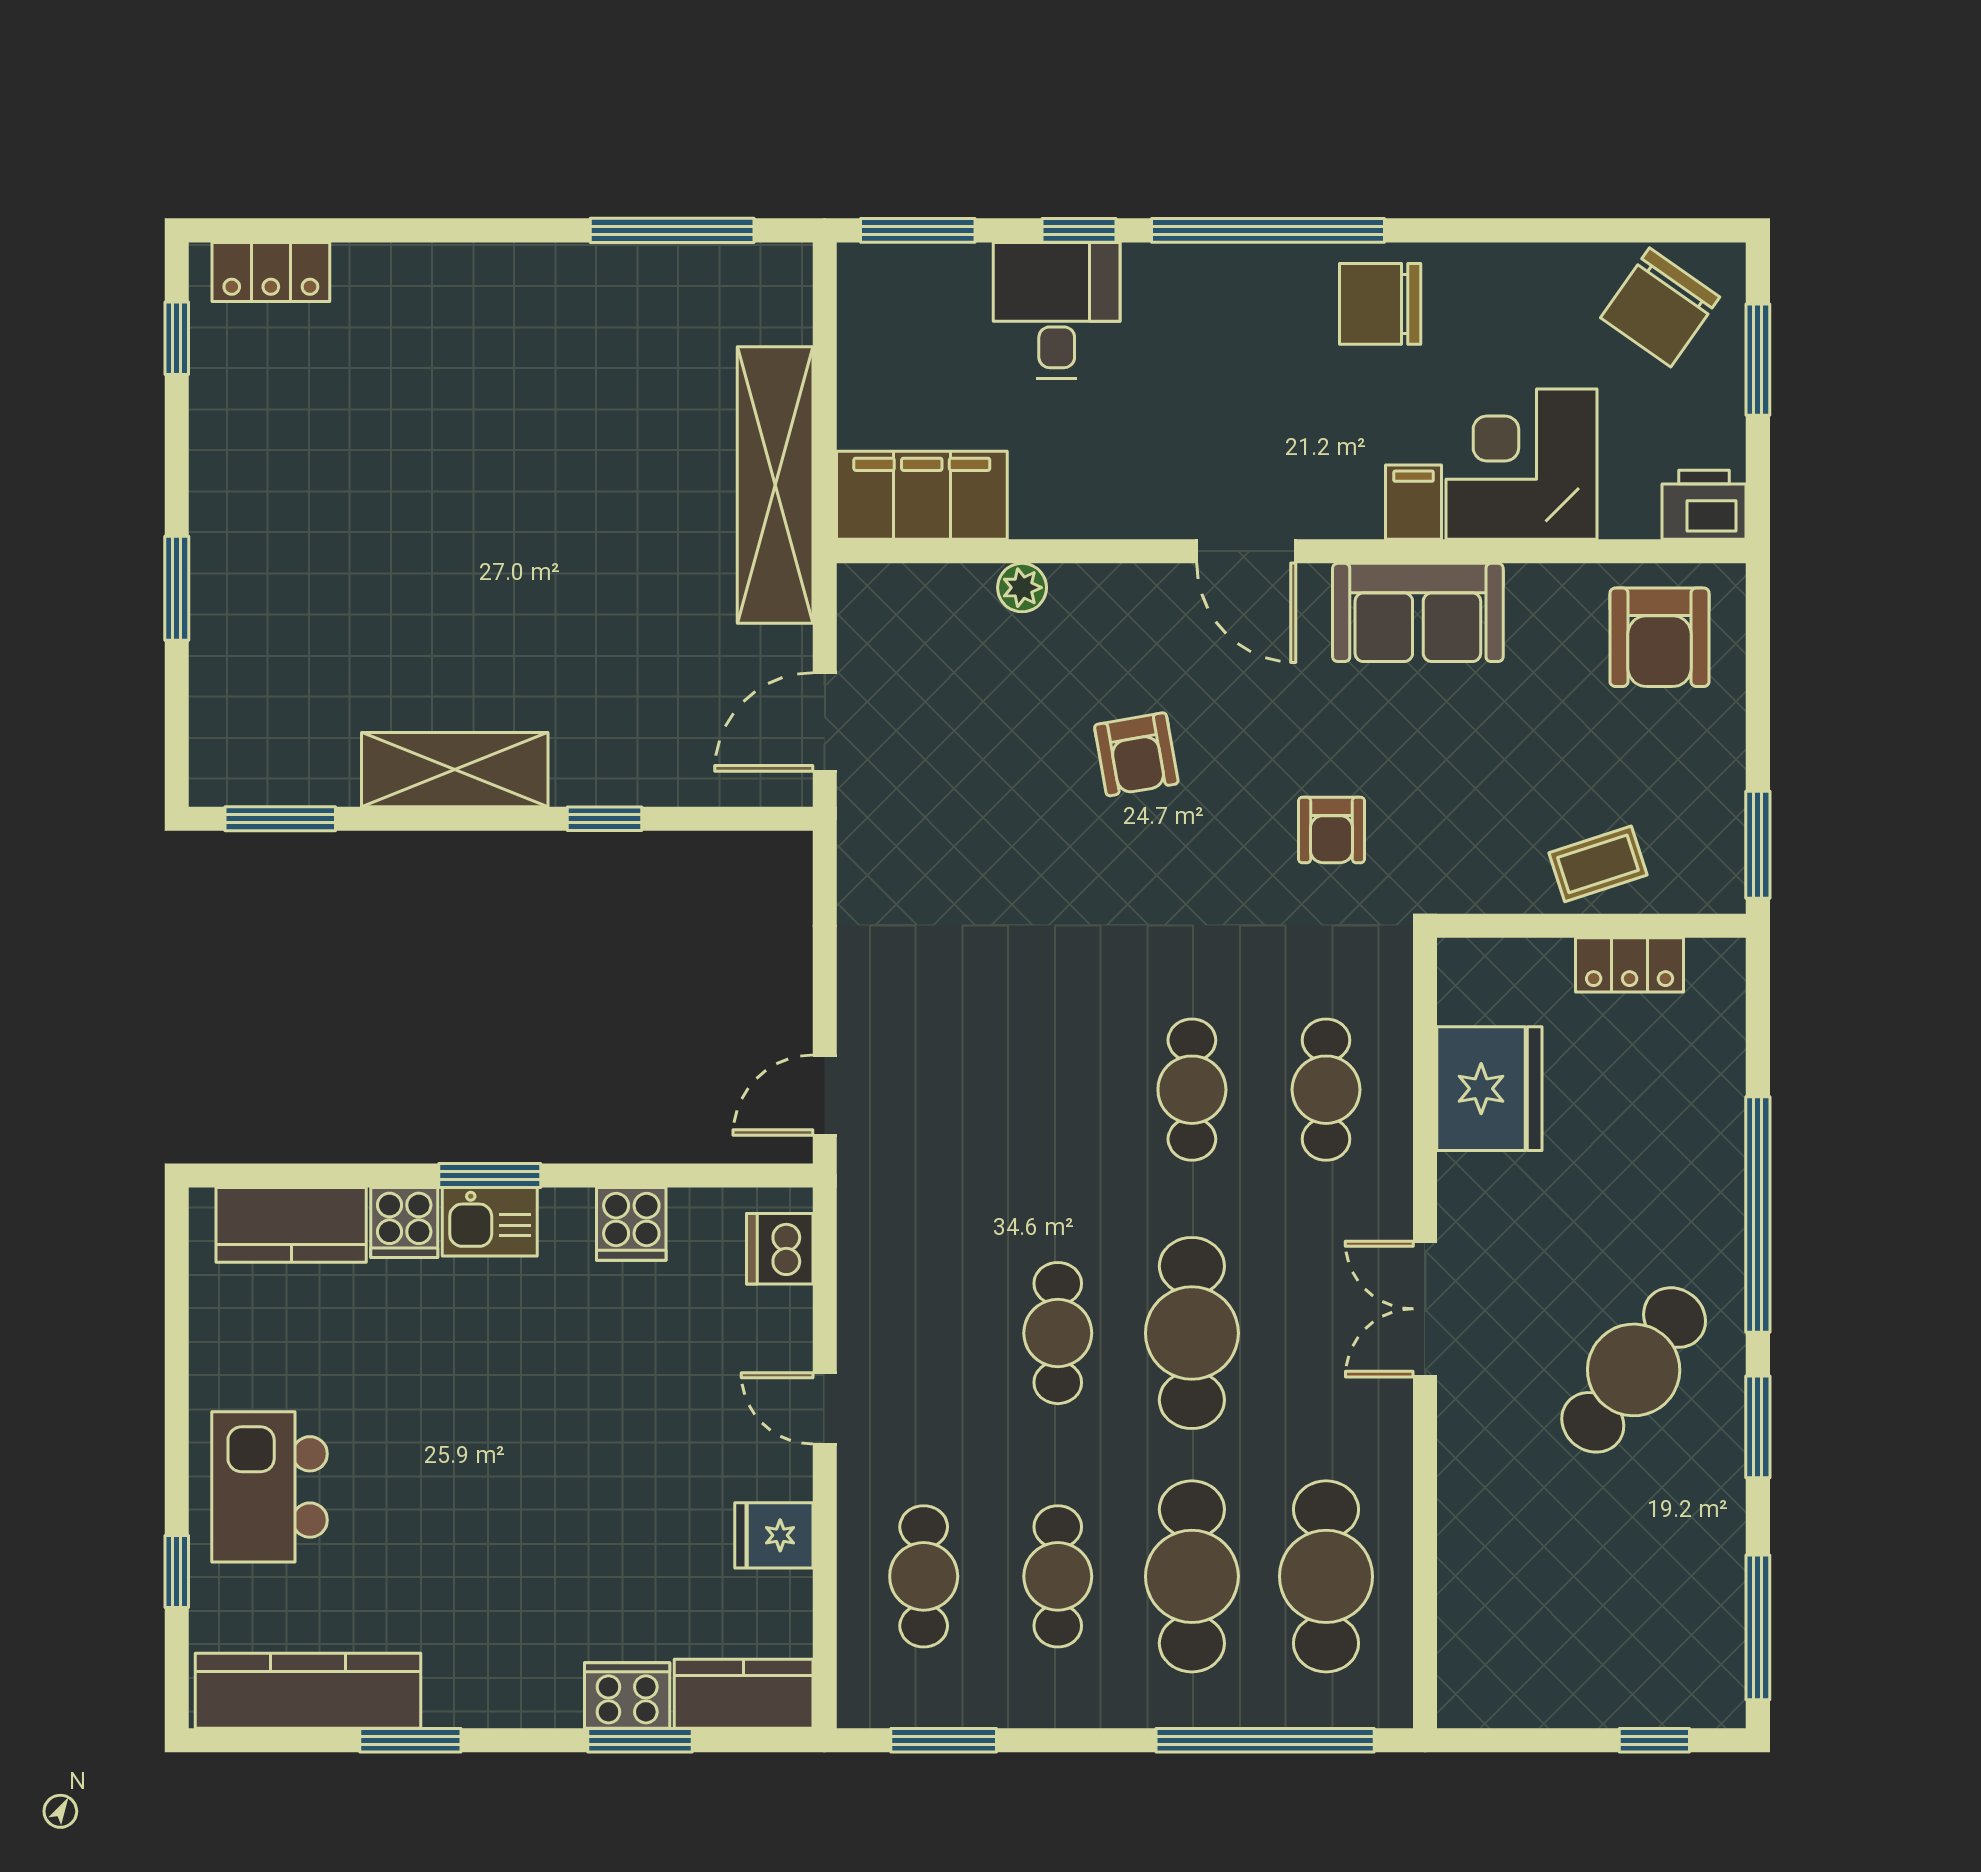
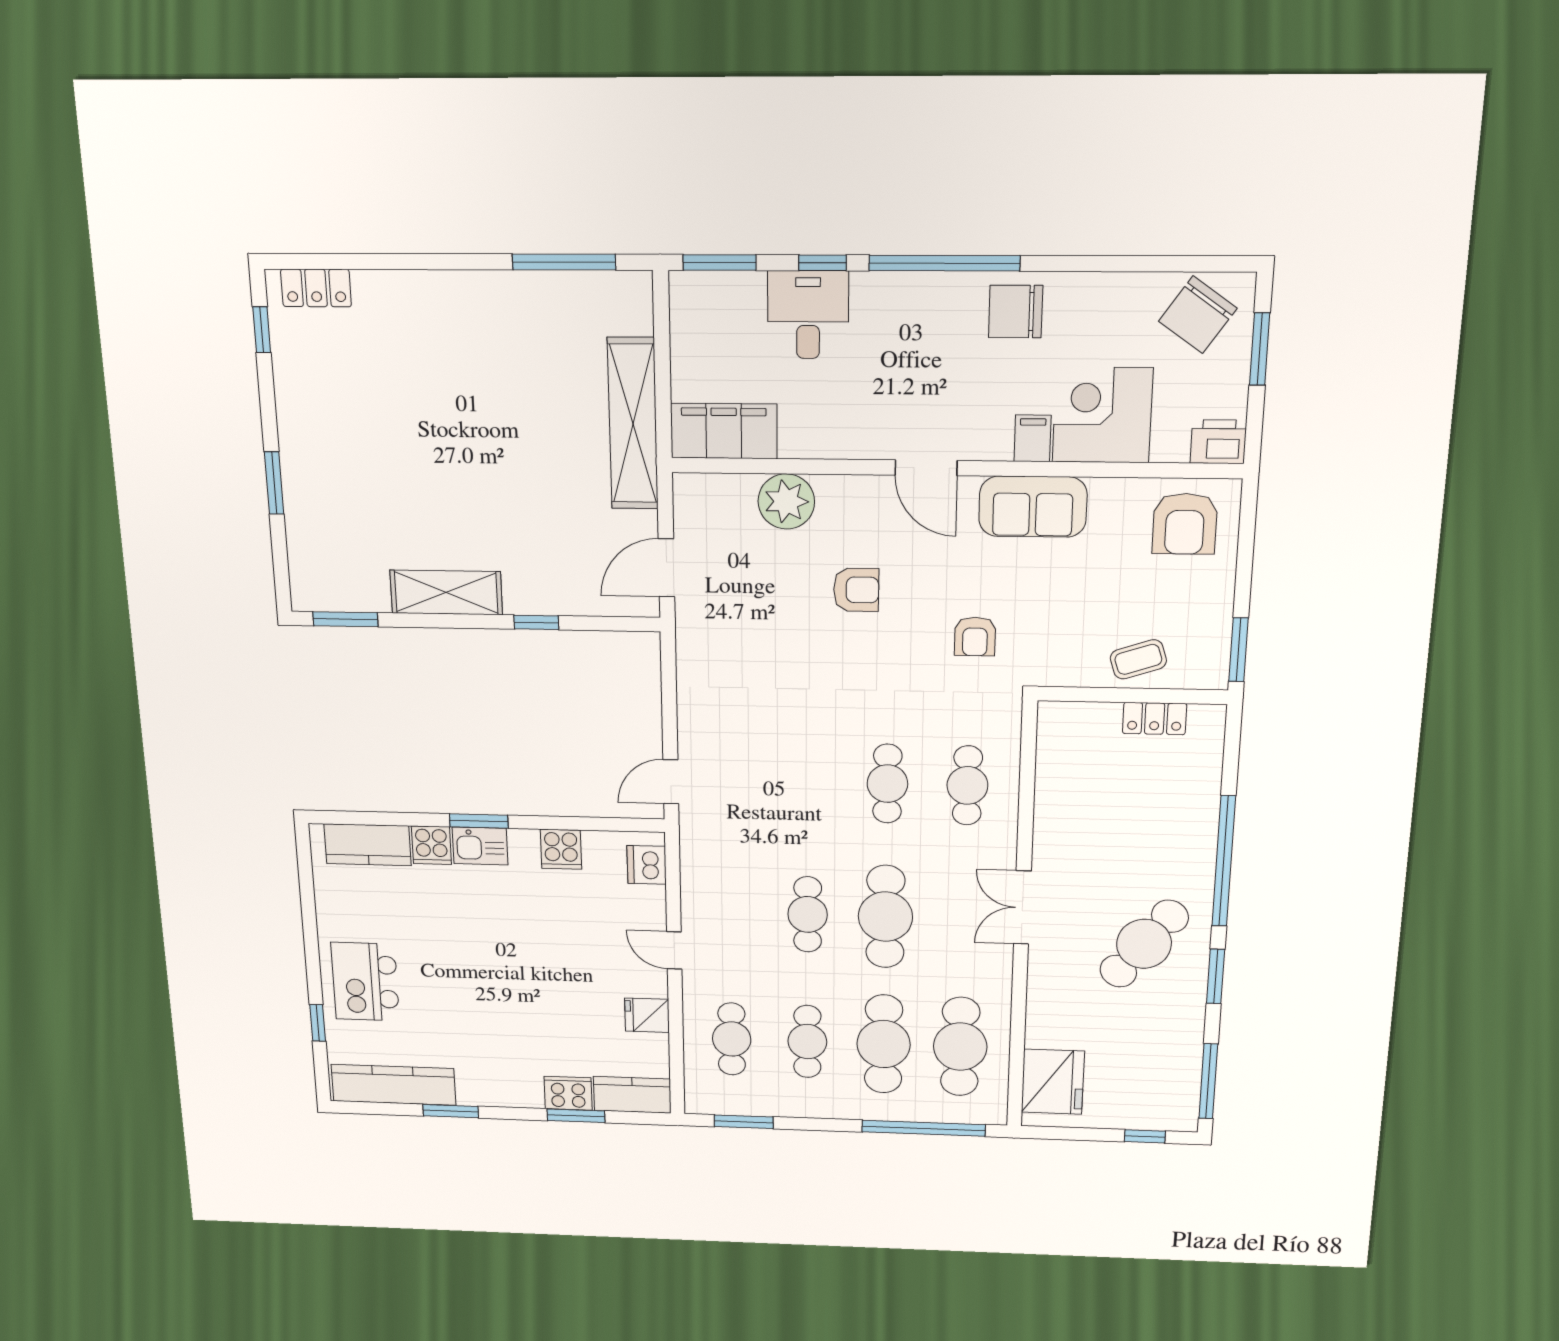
plant: (1022, 588) -> (786, 501), width x1.88, depth x1.88
armchair: (1136, 754) -> (856, 590), turned -80
fridge: (1489, 1089) -> (1053, 1082), moved

